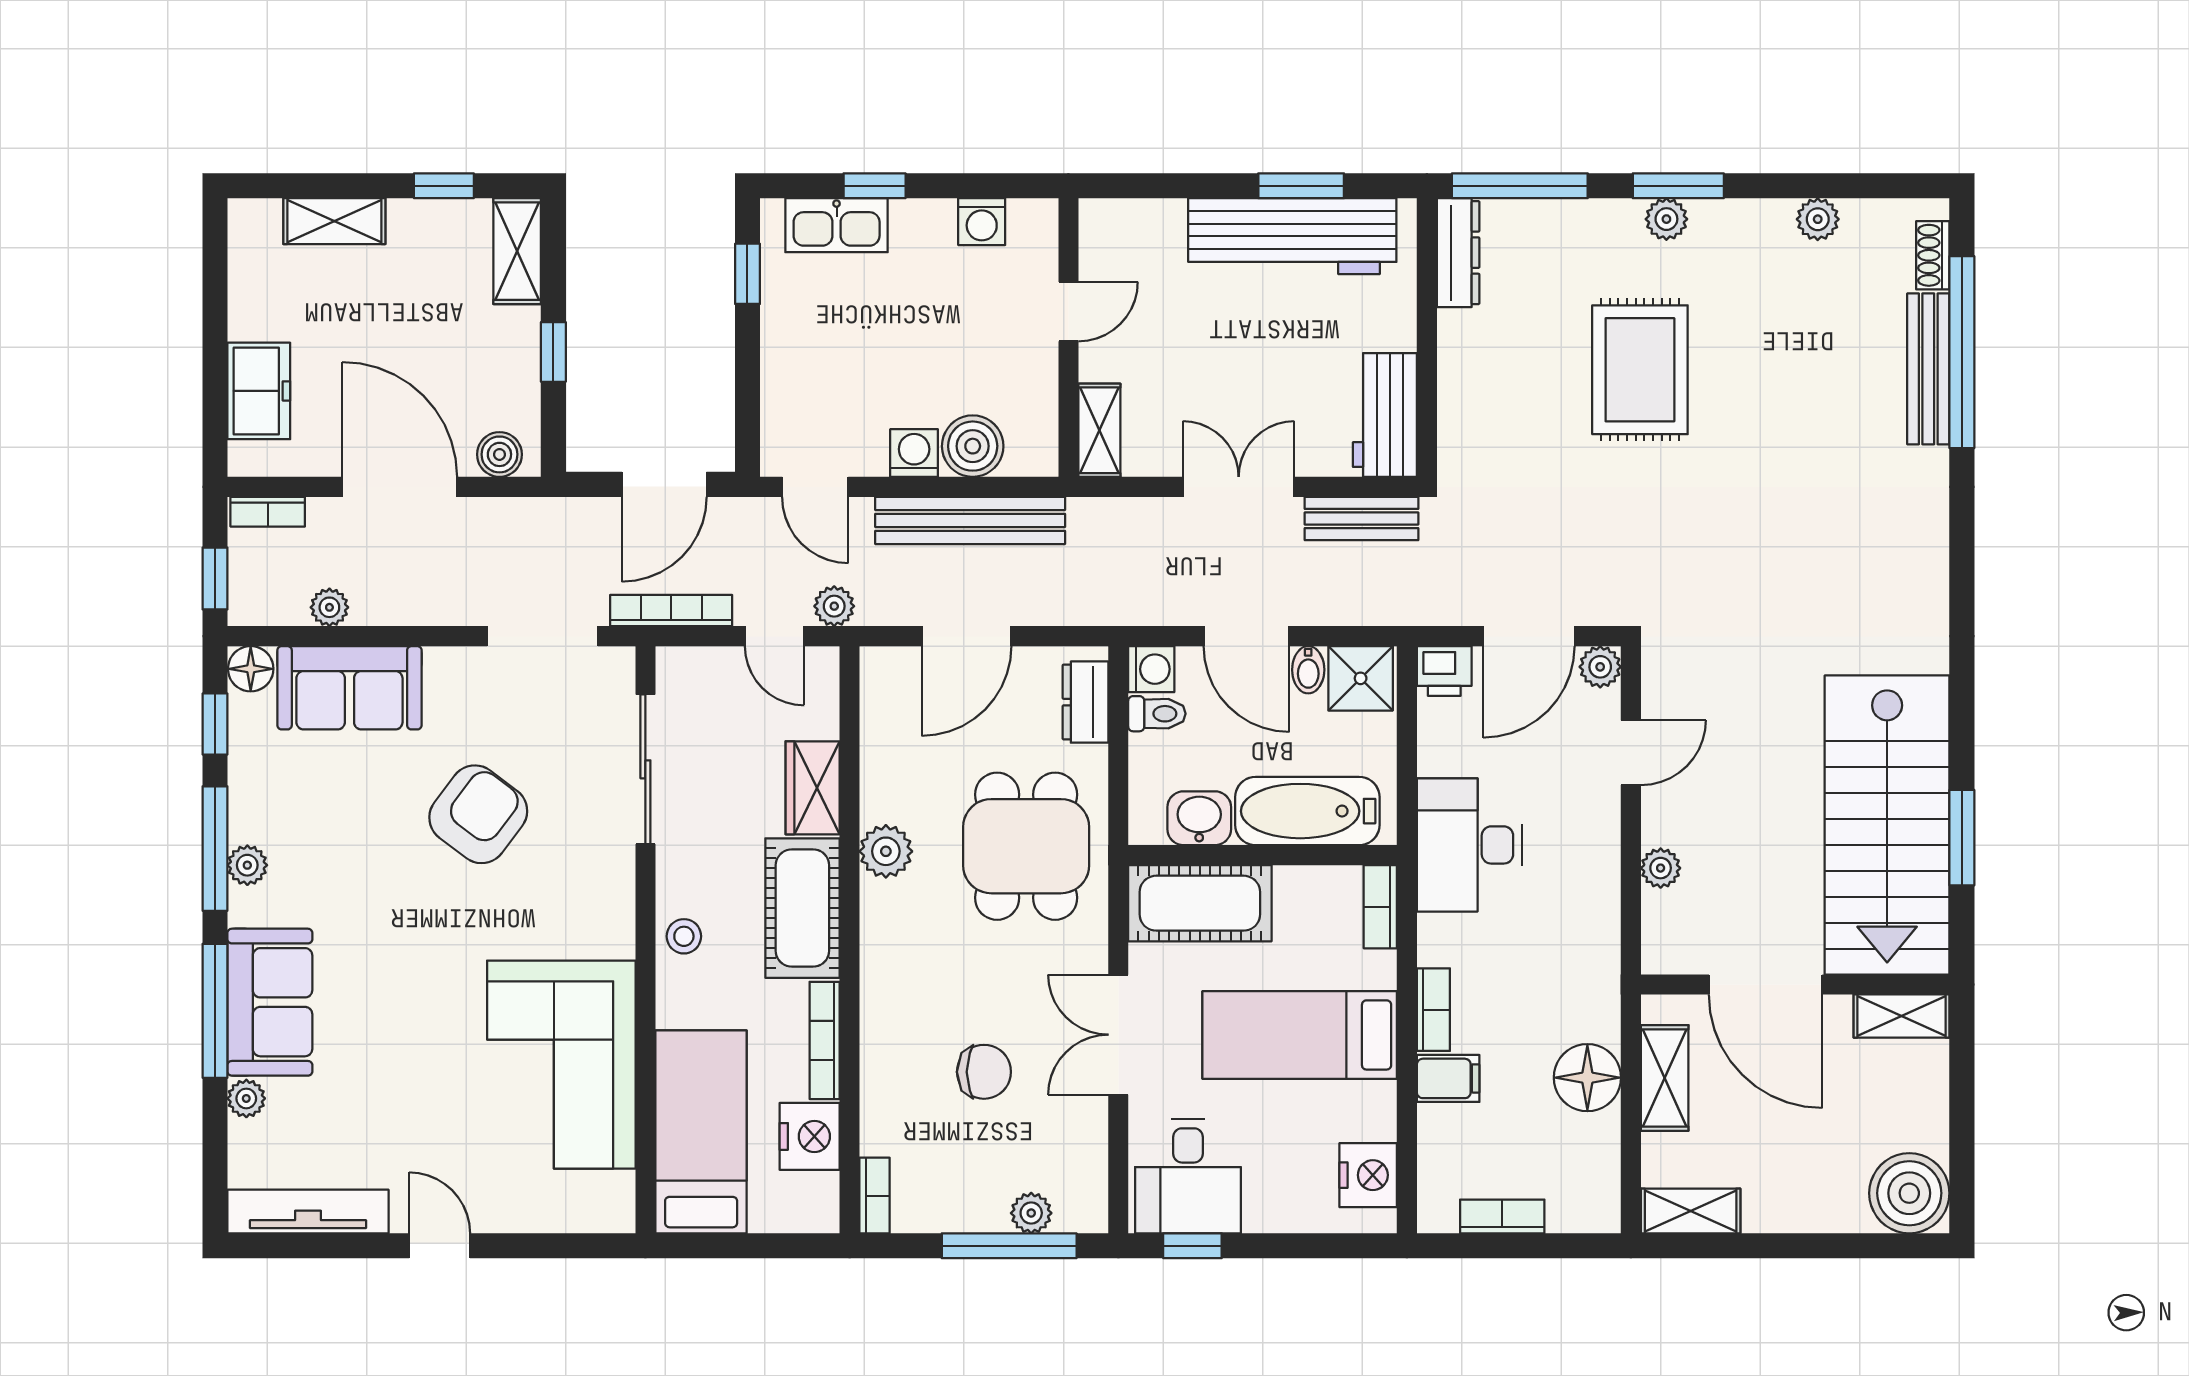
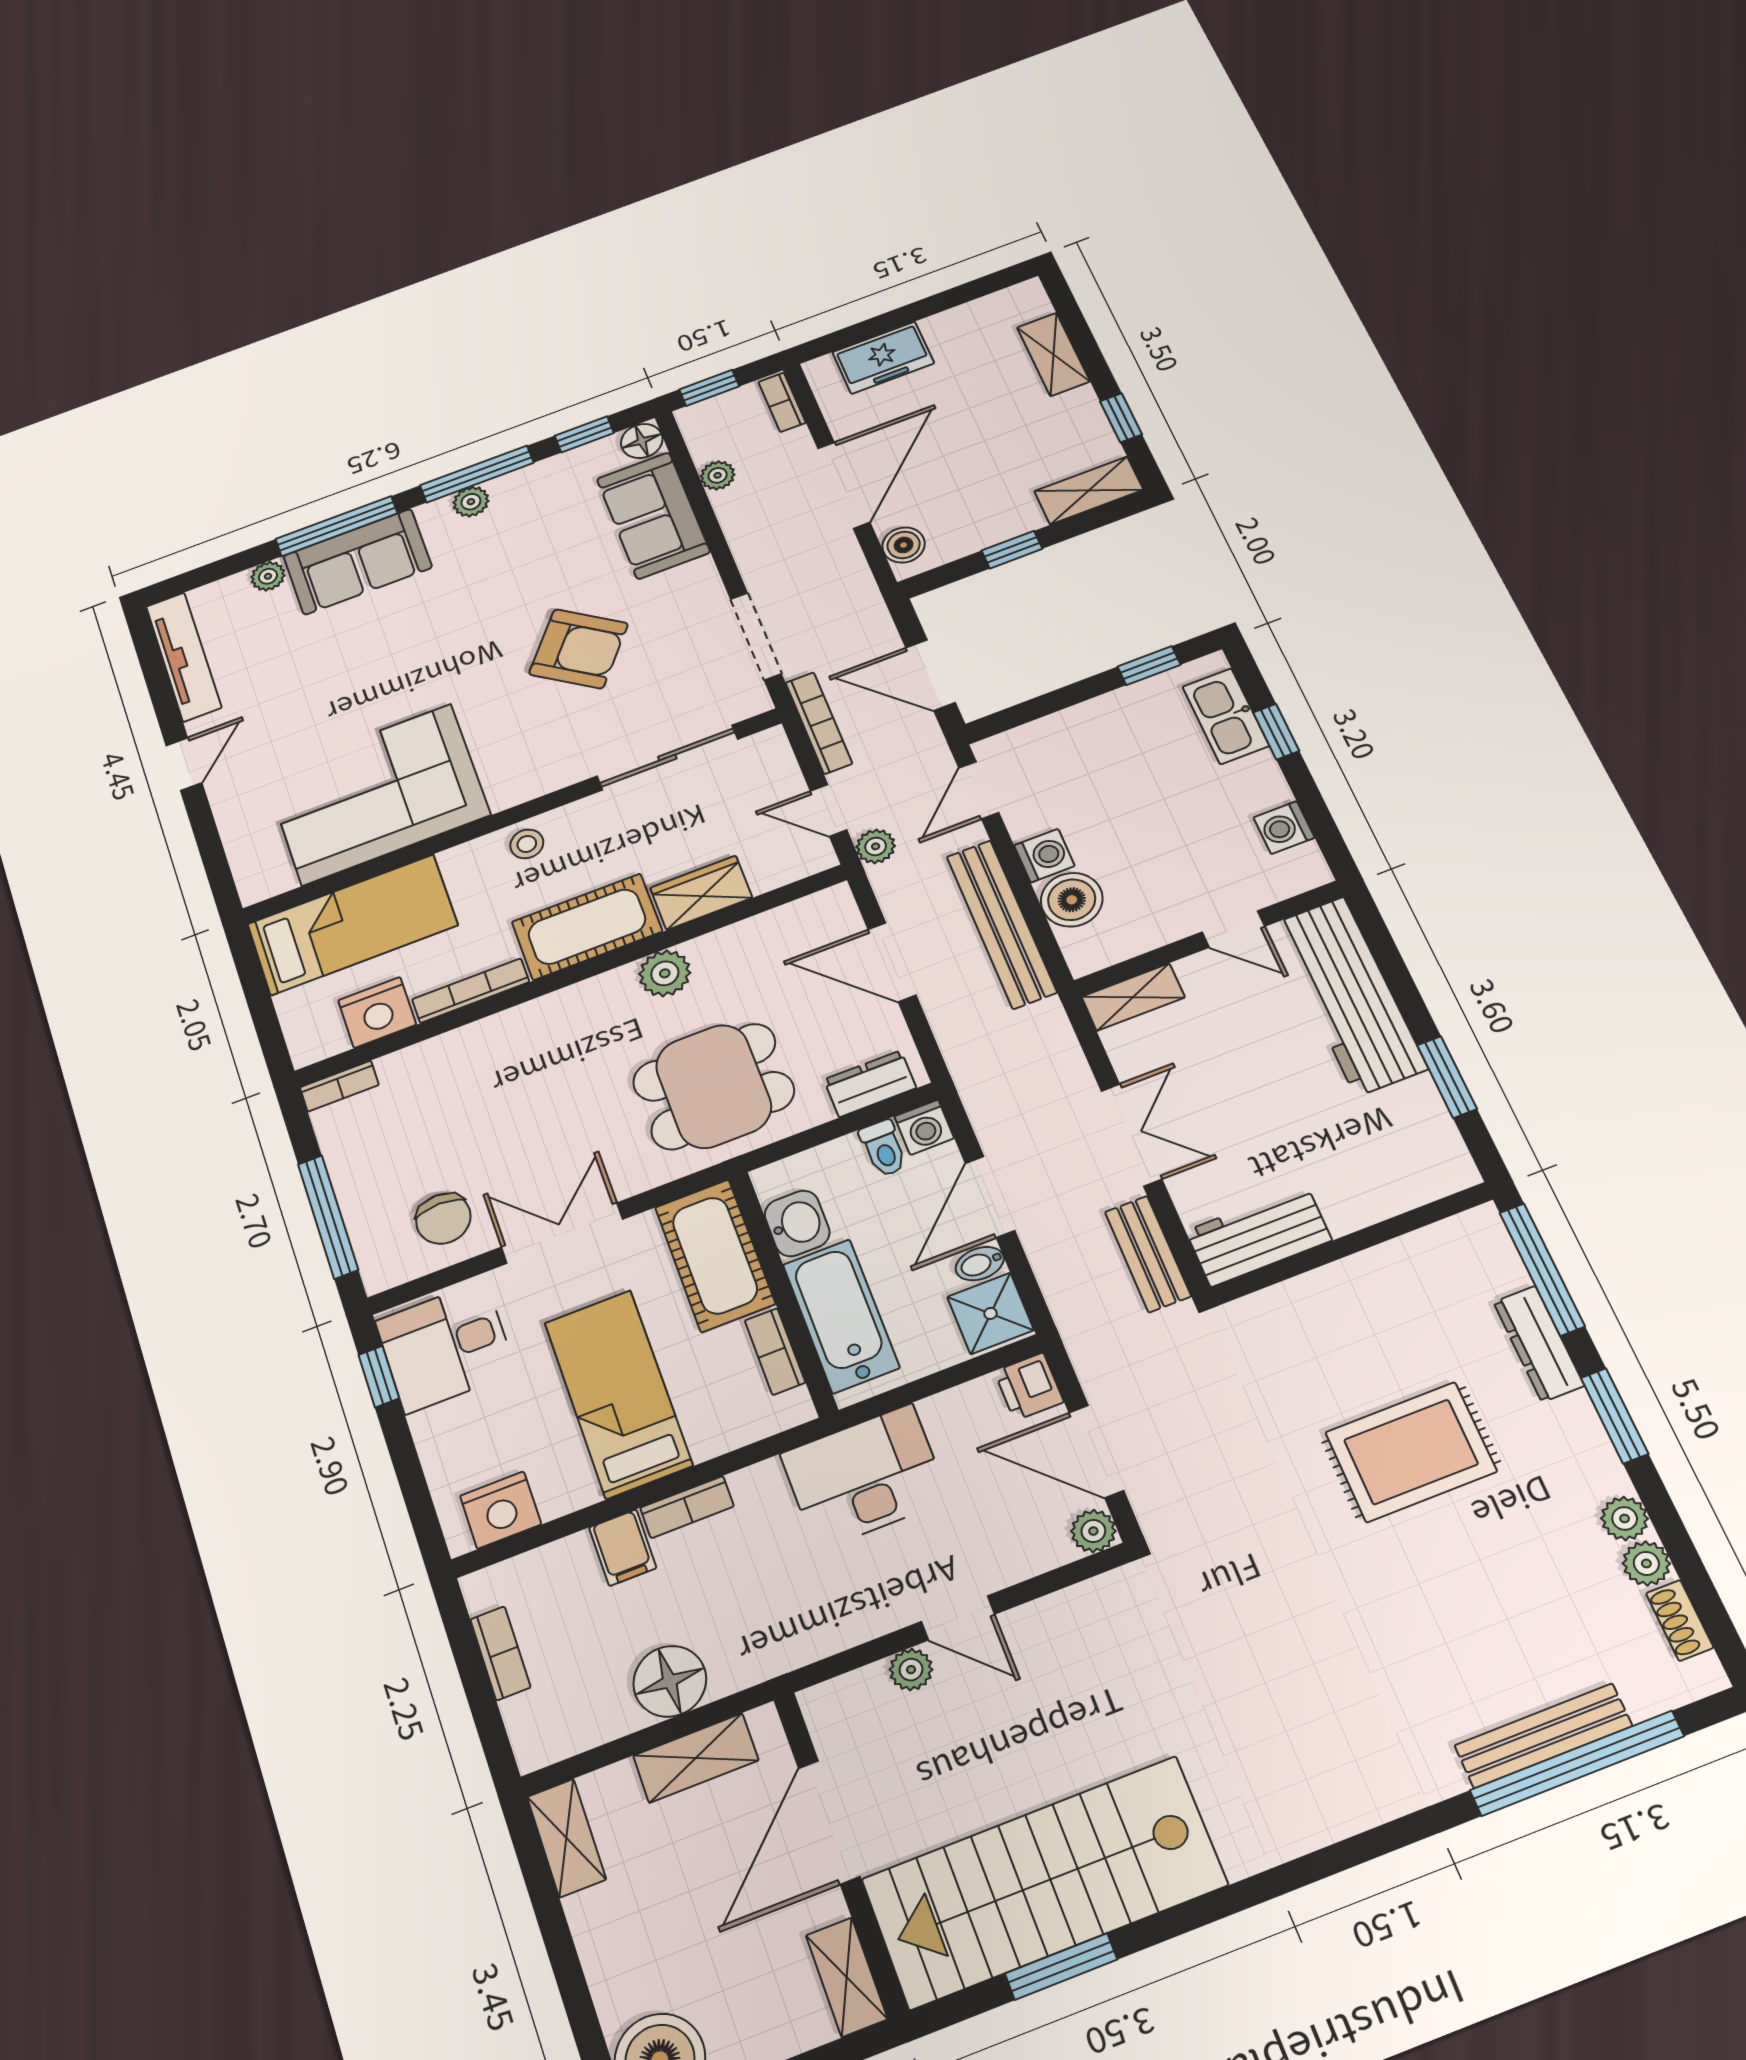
plant: (1666, 219) -> (1625, 1519), moved
workbench: (1292, 236) -> (1350, 996), moved
dresser: (1458, 253) -> (1539, 1344), moved, turned 90
shoe rack: (1933, 255) -> (1680, 1620), moved, turned -90
door: (775, 636) -> (829, 810), hinge flipped
door: (1631, 753) -> (958, 1618), moved
bookcase: (1380, 907) -> (775, 1351), moved, turned -90
chair: (984, 1072) -> (443, 1219), moved
plant: (1031, 1213) -> (365, 1224), removed

